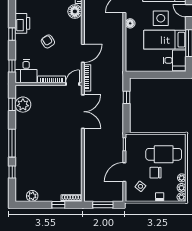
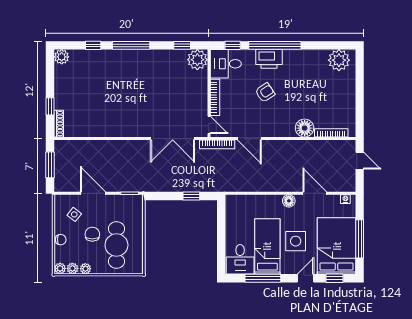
printer: (22, 23) -> (269, 59), moved
window: (12, 34) -> (275, 45), width x3.17
plant: (23, 105) -> (197, 60), moved
plant: (32, 196) -> (62, 57), moved

